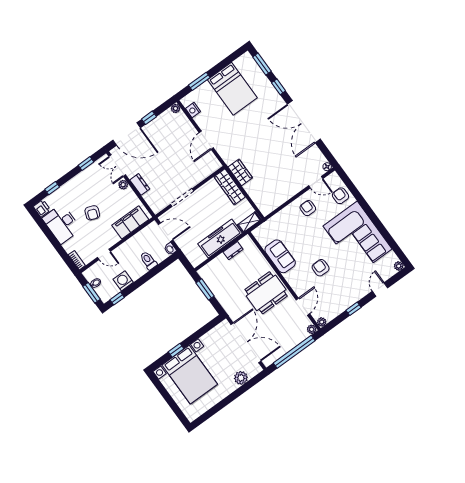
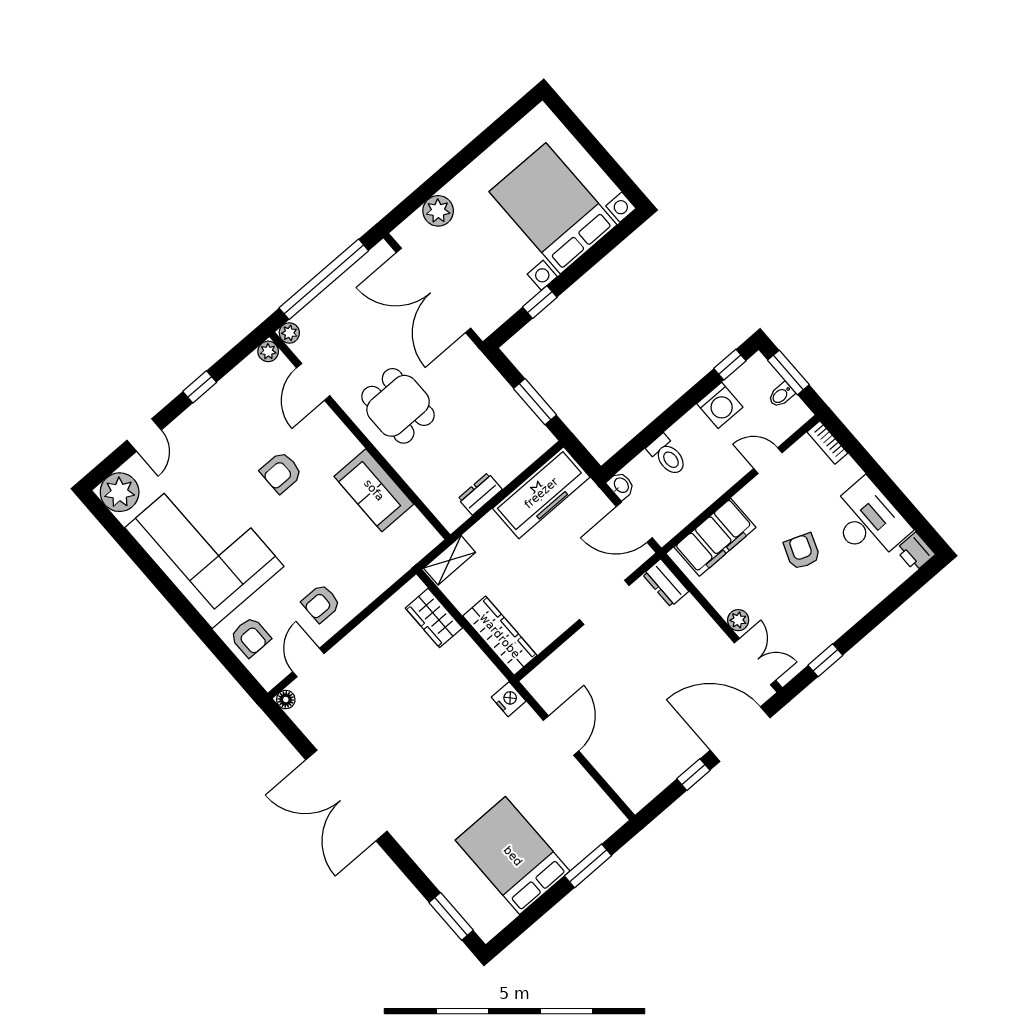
window: (279, 87) -> (410, 869), removed
plant: (175, 108) -> (636, 801), removed
nightstand: (193, 110) -> (509, 699), moved
double door: (304, 122) -> (346, 796), swing flipped
wardrobe: (240, 172) -> (434, 618), moved
door: (316, 182) -> (308, 663), hinge flipped
dresser: (140, 184) -> (666, 583), moved
window: (52, 188) -> (896, 599), removed
armchair: (308, 208) -> (321, 603), turned 90
freezer: (220, 238) -> (541, 493), moved
plant: (399, 266) -> (120, 492), width x1.88, depth x1.88
armchair: (321, 268) -> (281, 472), turned 90
dining table: (266, 293) -> (398, 406), width x0.73
window: (176, 350) -> (540, 302), moved

